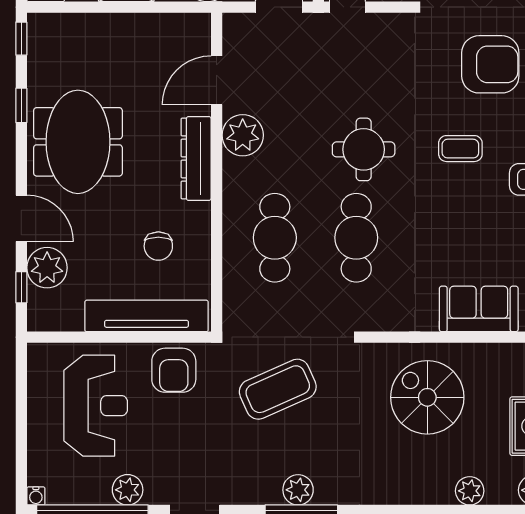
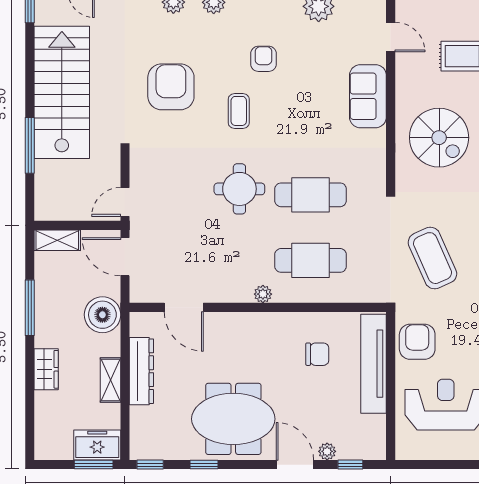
plant: (243, 135) -> (263, 294), moved, width x0.53, depth x0.53
dresser: (196, 158) -> (141, 371), moved, turned -90
door: (21, 218) -> (295, 465), hinge flipped
plant: (47, 268) -> (327, 451), width x0.53, depth x0.53
armchair: (174, 370) -> (417, 342), turned -90
spiral stairs: (427, 397) -> (439, 138), turned -90

